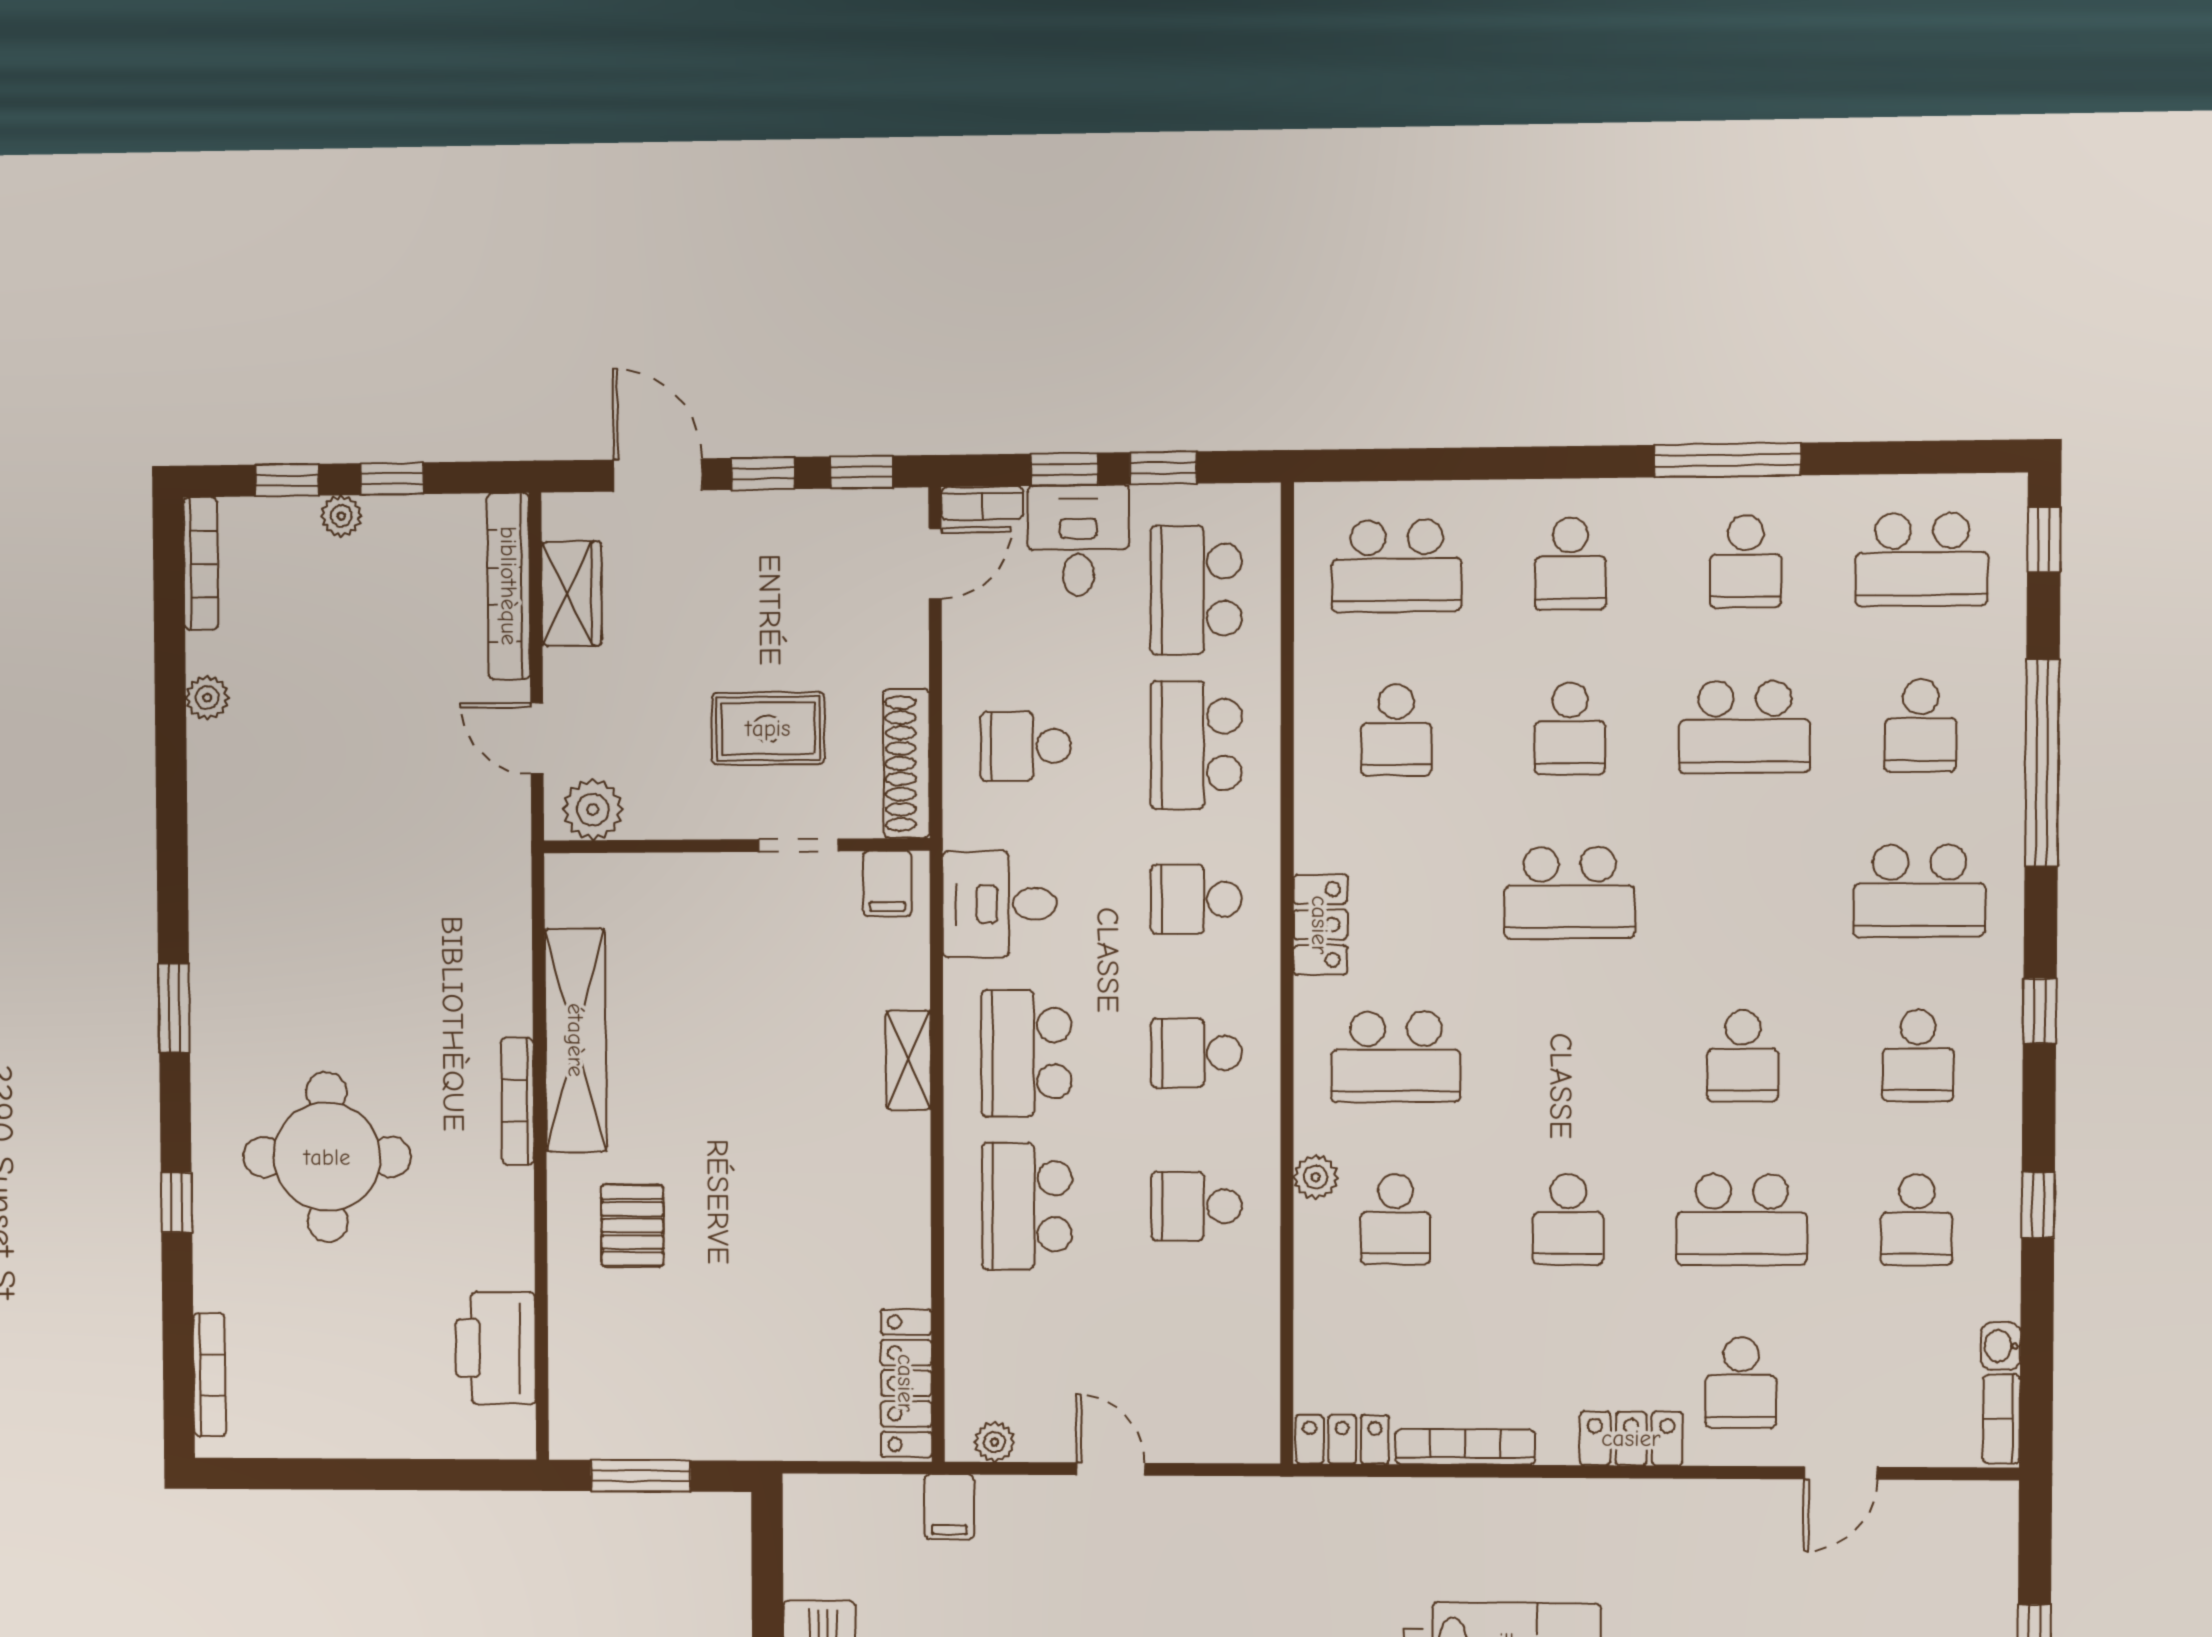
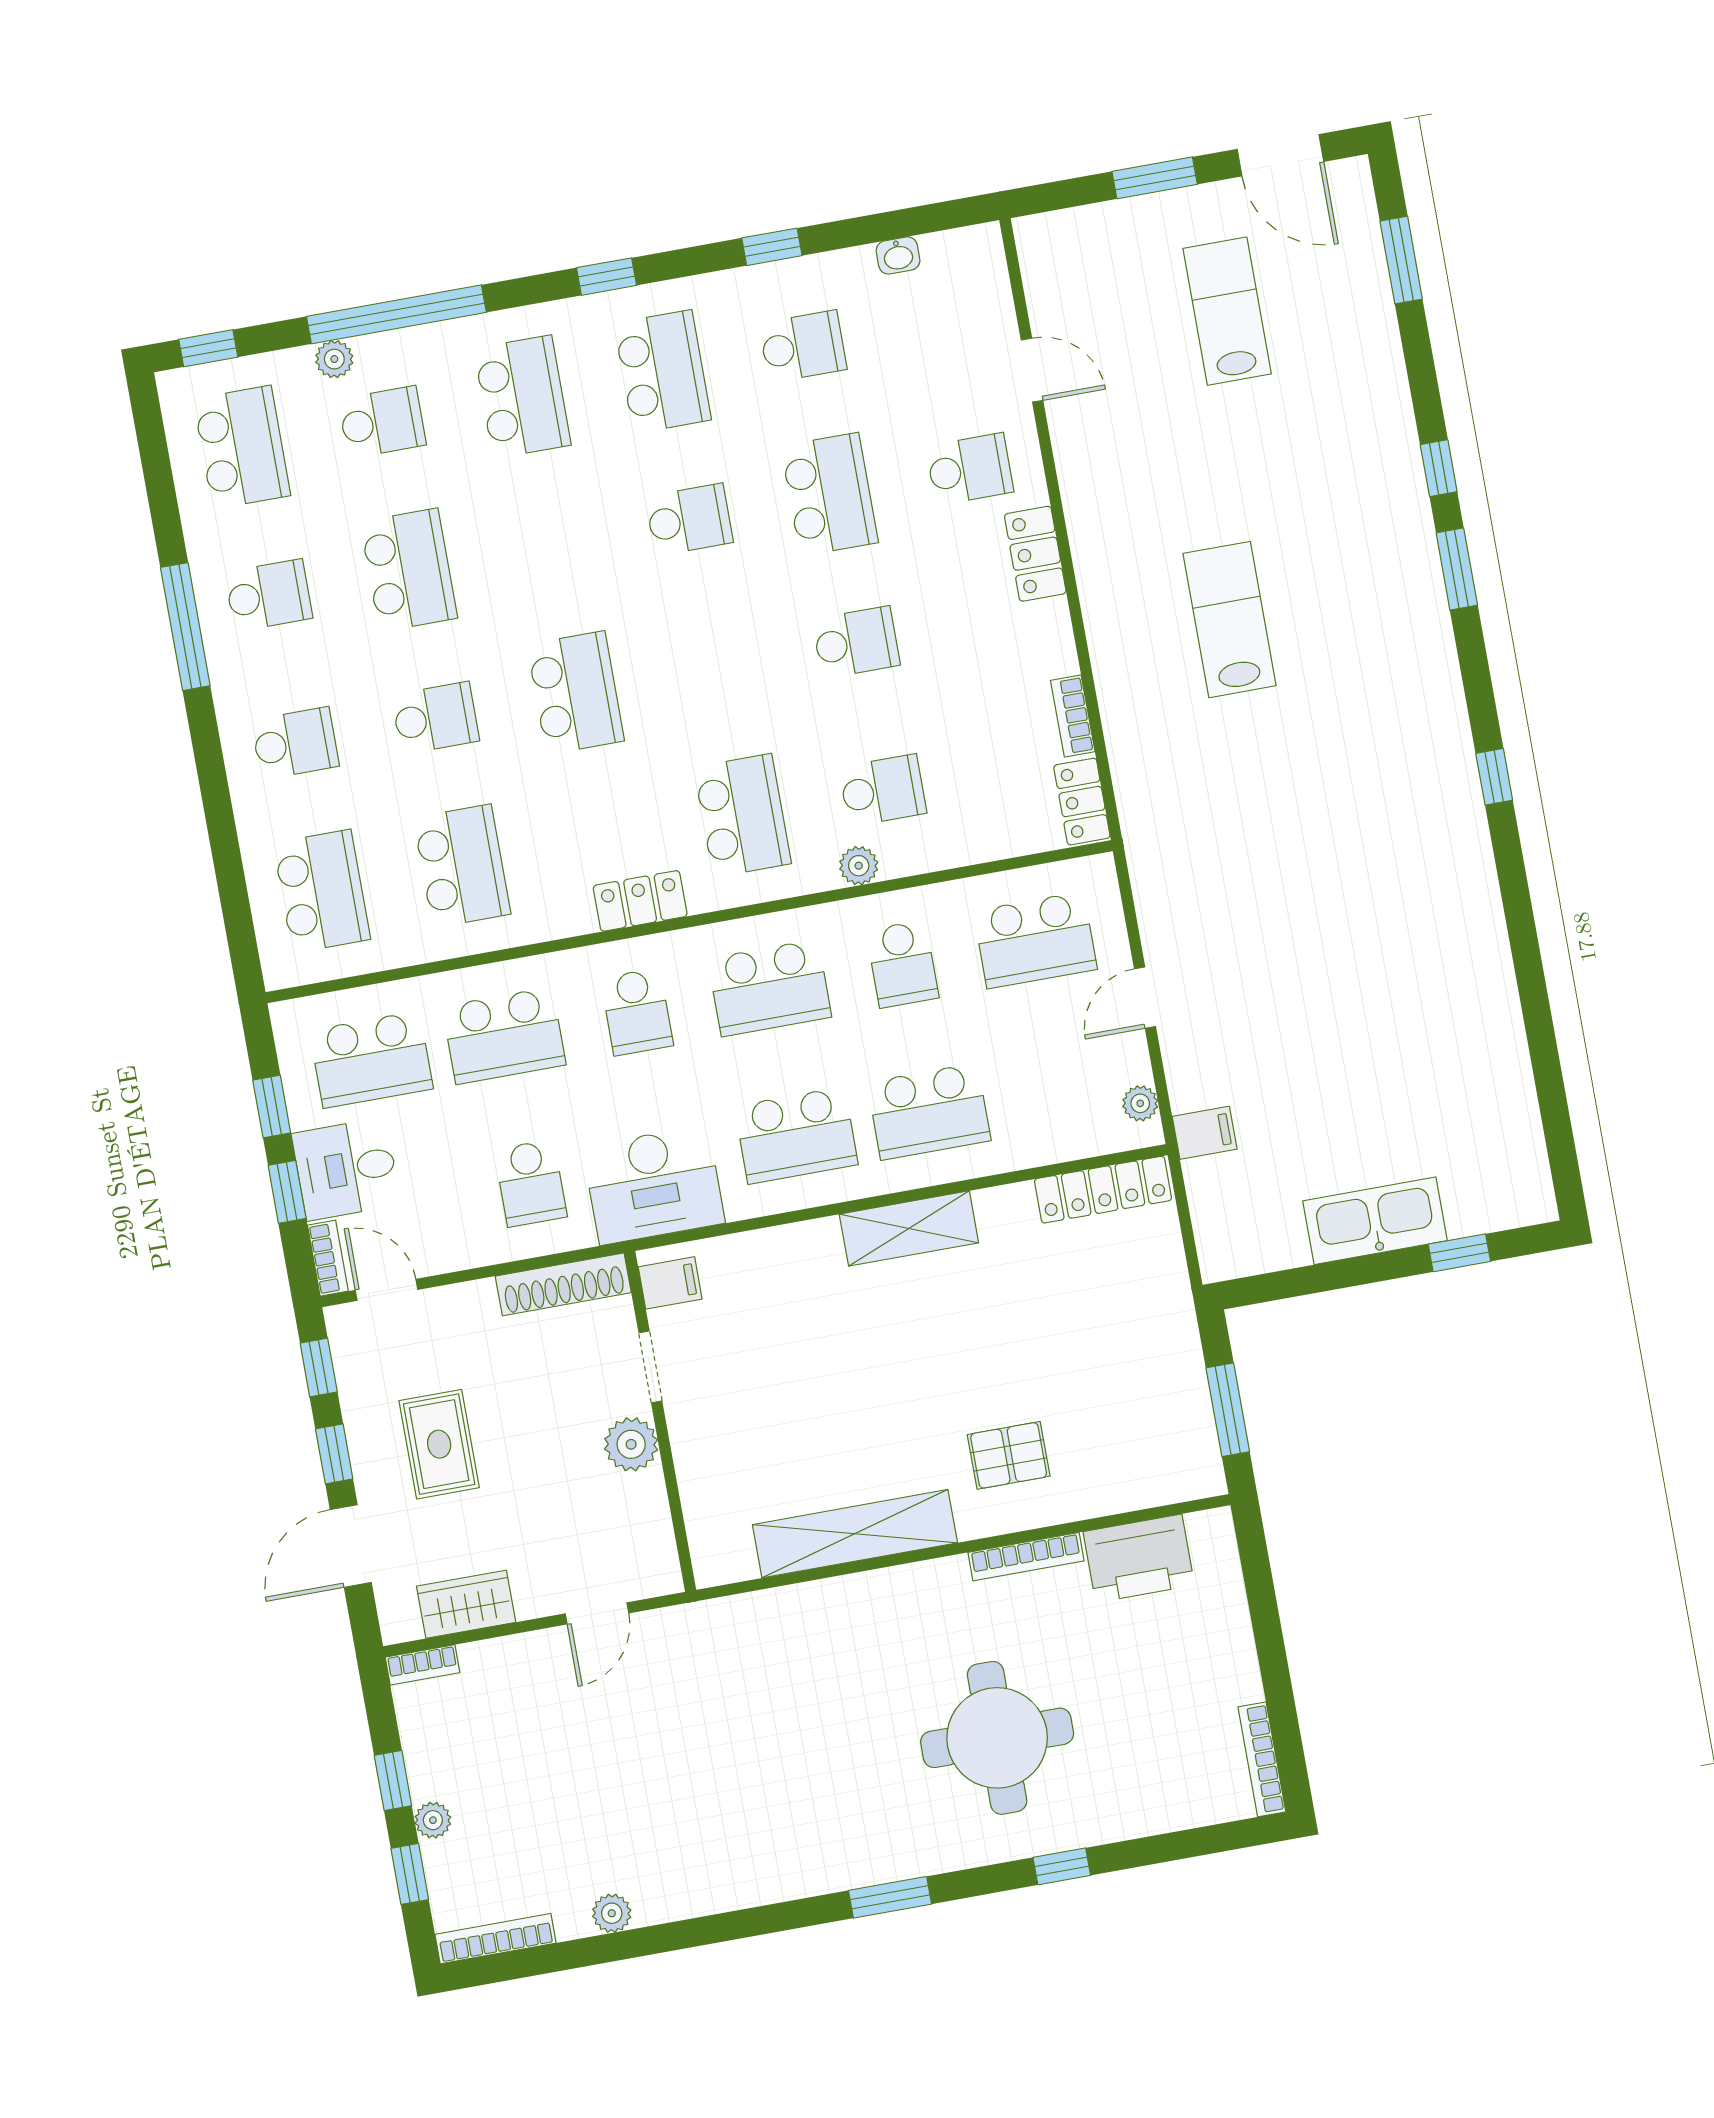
bookcase: (509, 586) -> (422, 1665), width x0.43, depth x0.76
plant: (2004, 683) -> (334, 359), added
rug: (768, 728) -> (439, 1444), moved
school desk: (1396, 730) -> (462, 866), width x1.85
plant: (593, 810) -> (631, 1444), moved
desk: (1000, 904) -> (654, 1185), width x1.37
school desk: (1196, 1053) -> (770, 988), width x1.85
school desk: (1918, 1055) -> (663, 372), width x1.85
shelving: (908, 1060) -> (909, 1228), moved, width x1.50, depth x1.33
bookcase: (518, 1101) -> (1026, 1557), moved
school desk: (1197, 1359) -> (1035, 940), added
bookcase: (209, 1375) -> (1262, 1759), moved, turned -90
bookcase: (2001, 1419) -> (960, 243), removed
bookcase: (1465, 1447) -> (1073, 716), width x0.64

